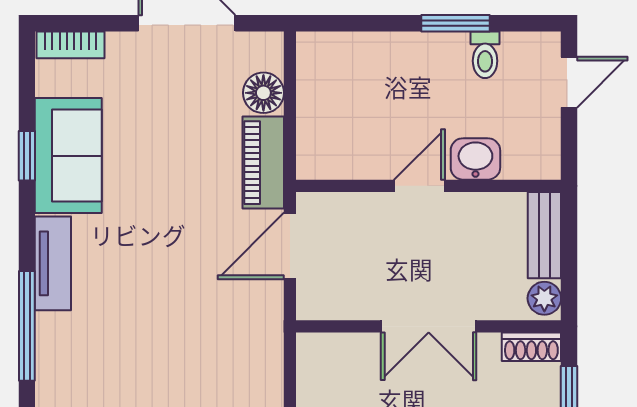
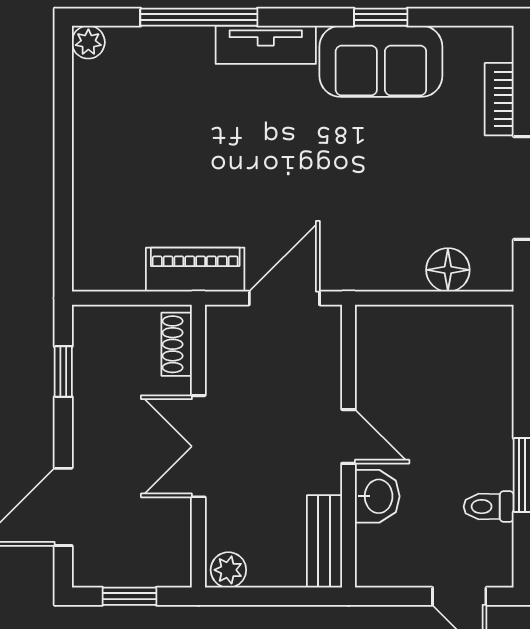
bookcase: (71, 45) -> (499, 99), moved
piano: (263, 163) -> (195, 270), moved
bench: (544, 235) -> (324, 541), moved, turned 90
door: (290, 246) -> (284, 298), hinge flipped
shoe rack: (531, 347) -> (177, 344), moved

